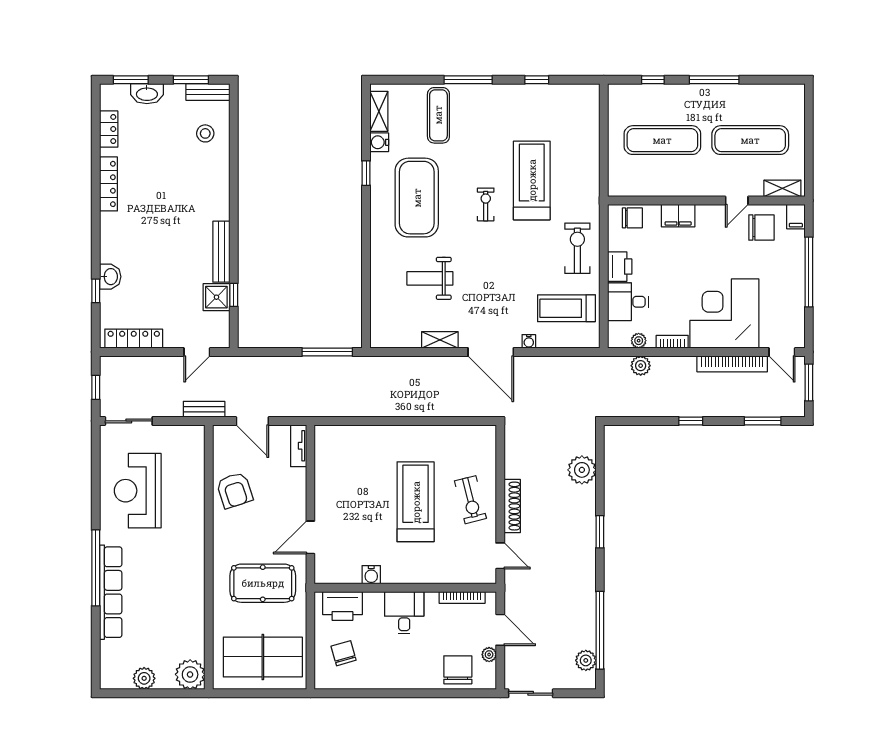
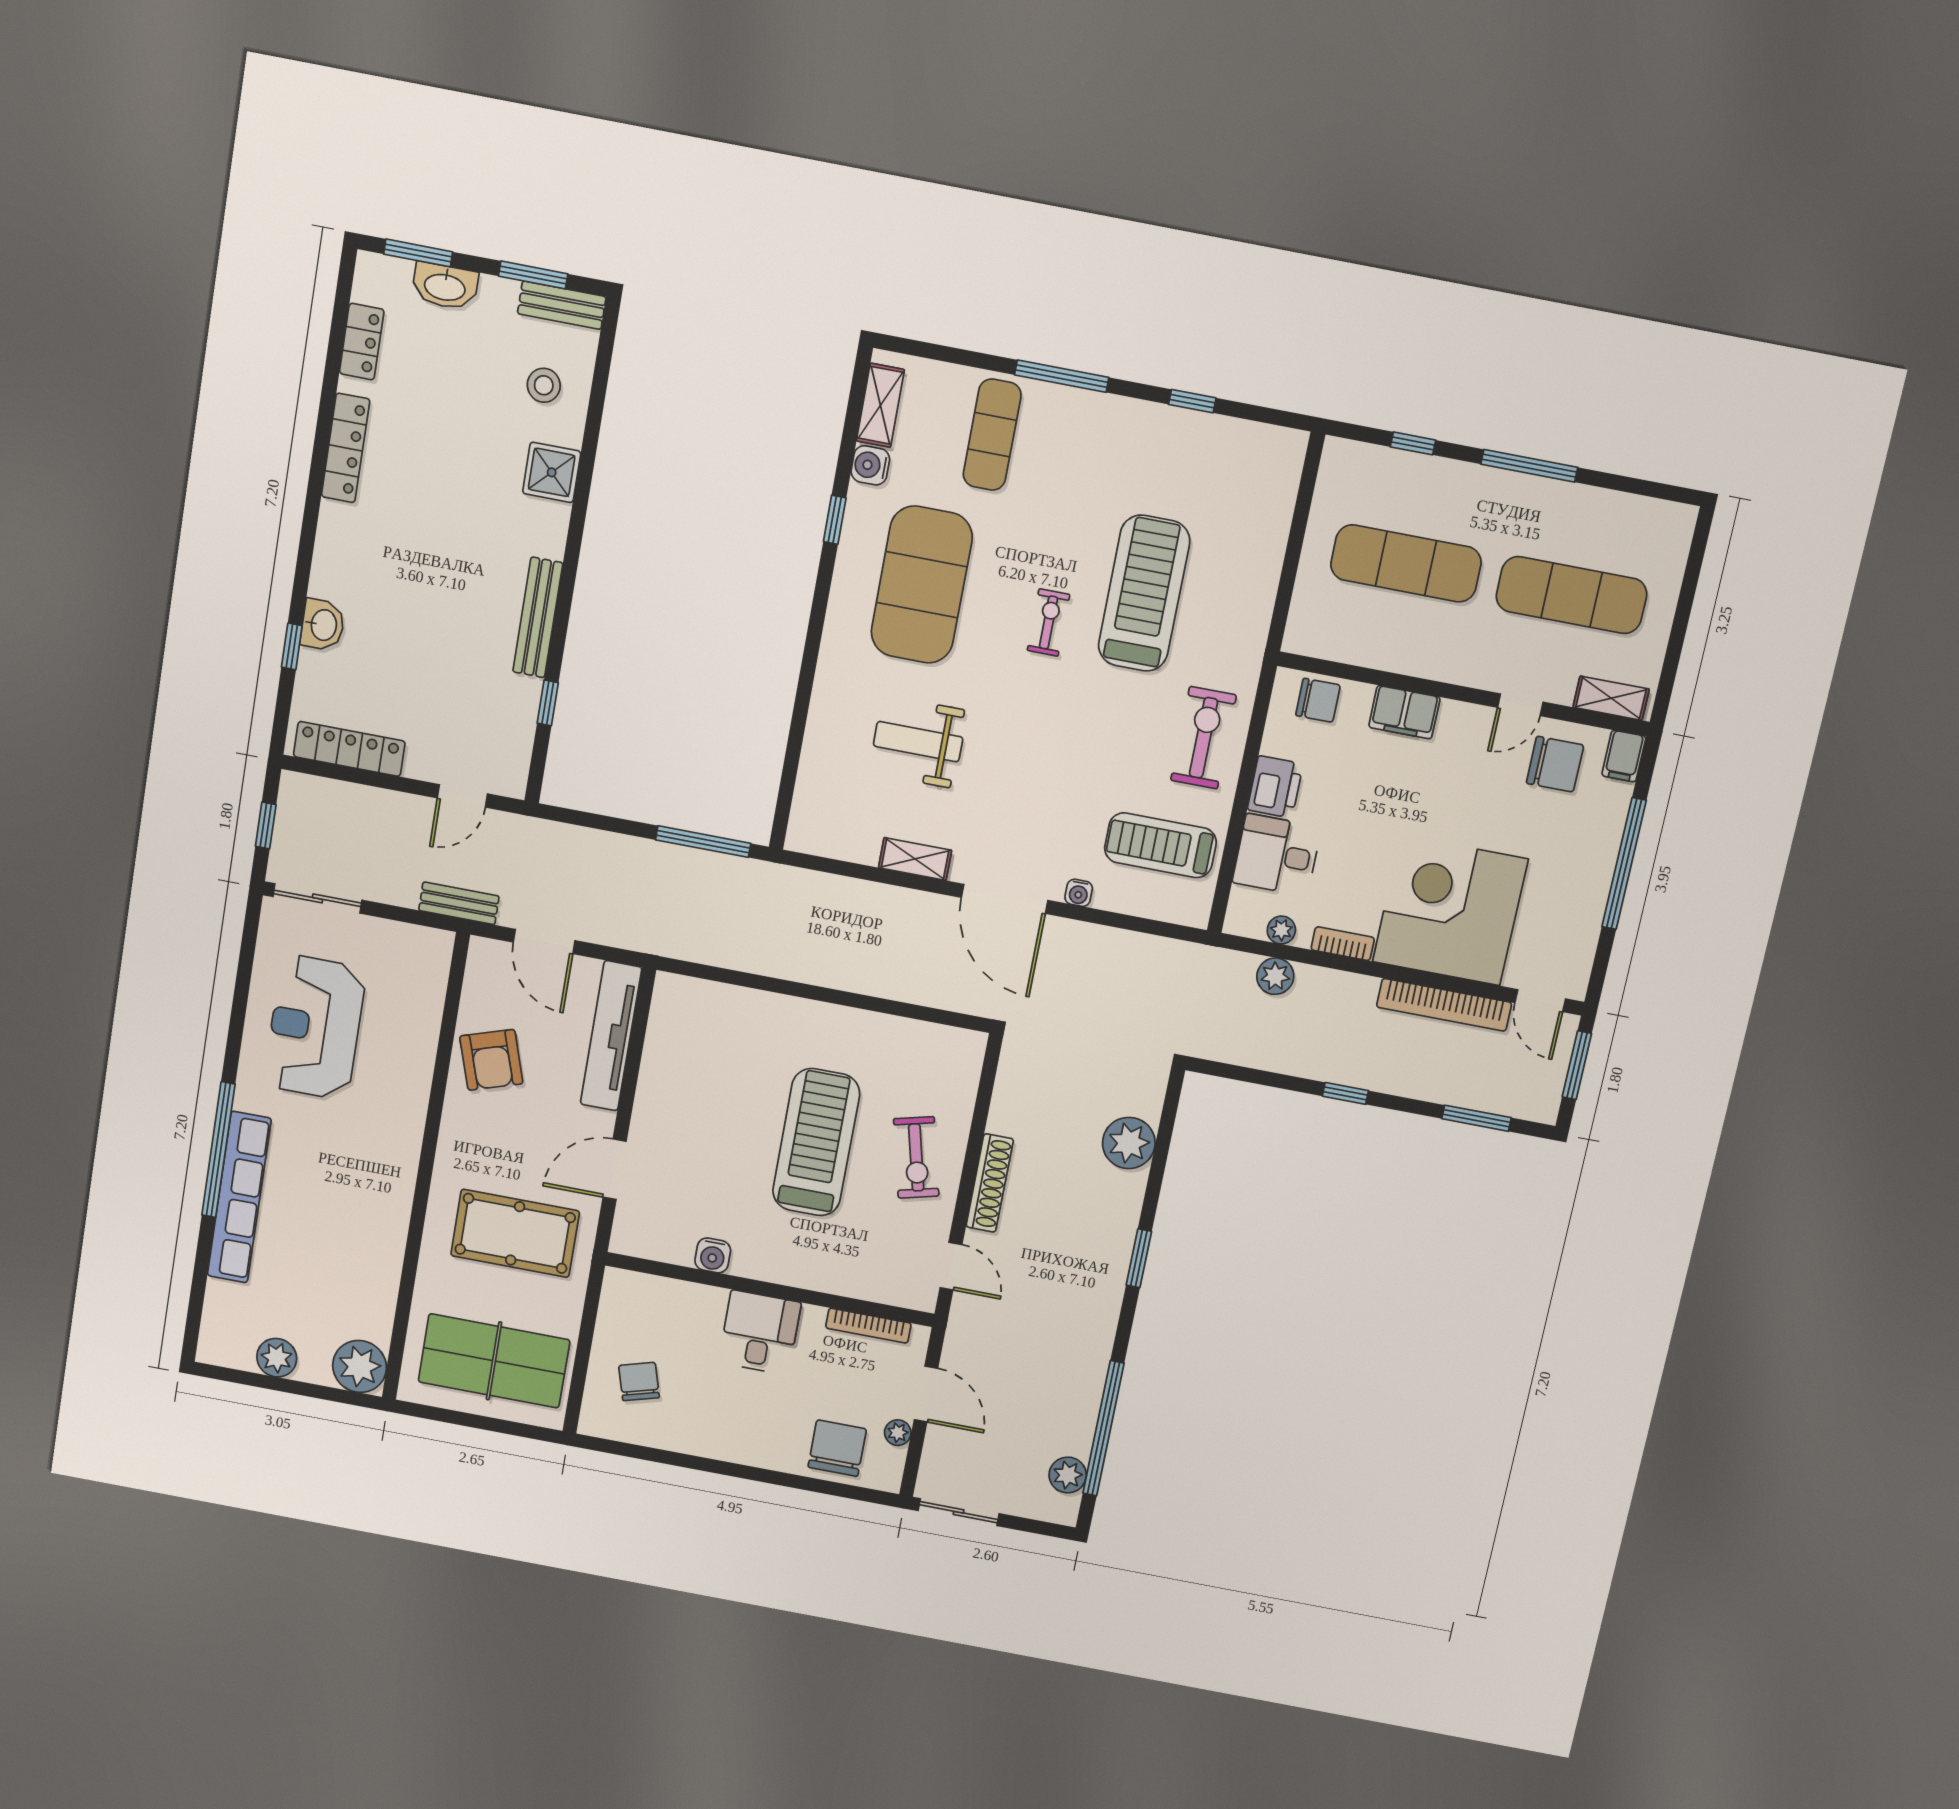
shower: (216, 297) -> (552, 472), moved
tv unit: (299, 446) -> (611, 1036), width x1.92, depth x1.29
printer: (342, 606) -> (652, 1300), removed

